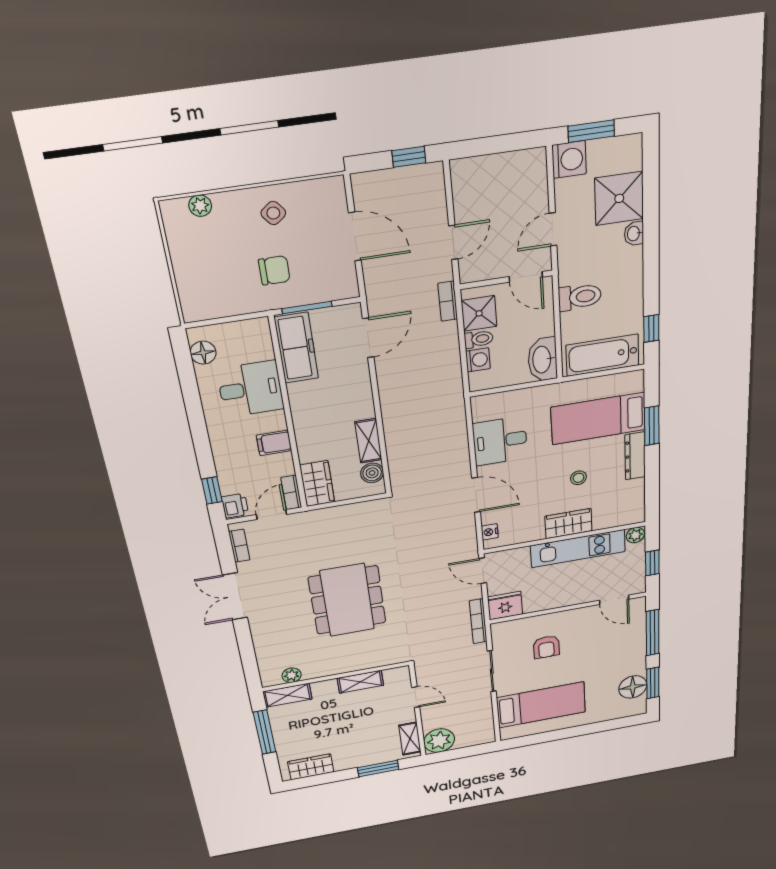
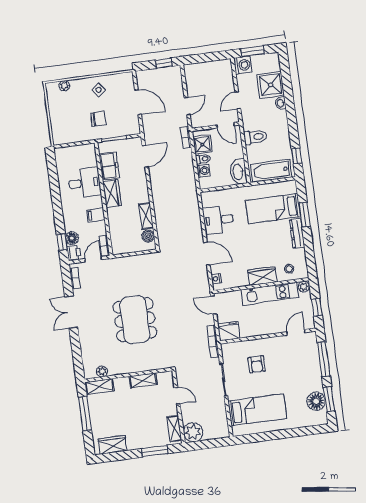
freezer: (296, 348) -> (109, 166), width x0.71
floor lamp: (203, 353) -> (72, 238), moved
stool: (578, 478) -> (289, 269), moved
wardrobe: (317, 484) -> (112, 193), moved
door: (614, 600) -> (296, 332), swing flipped

